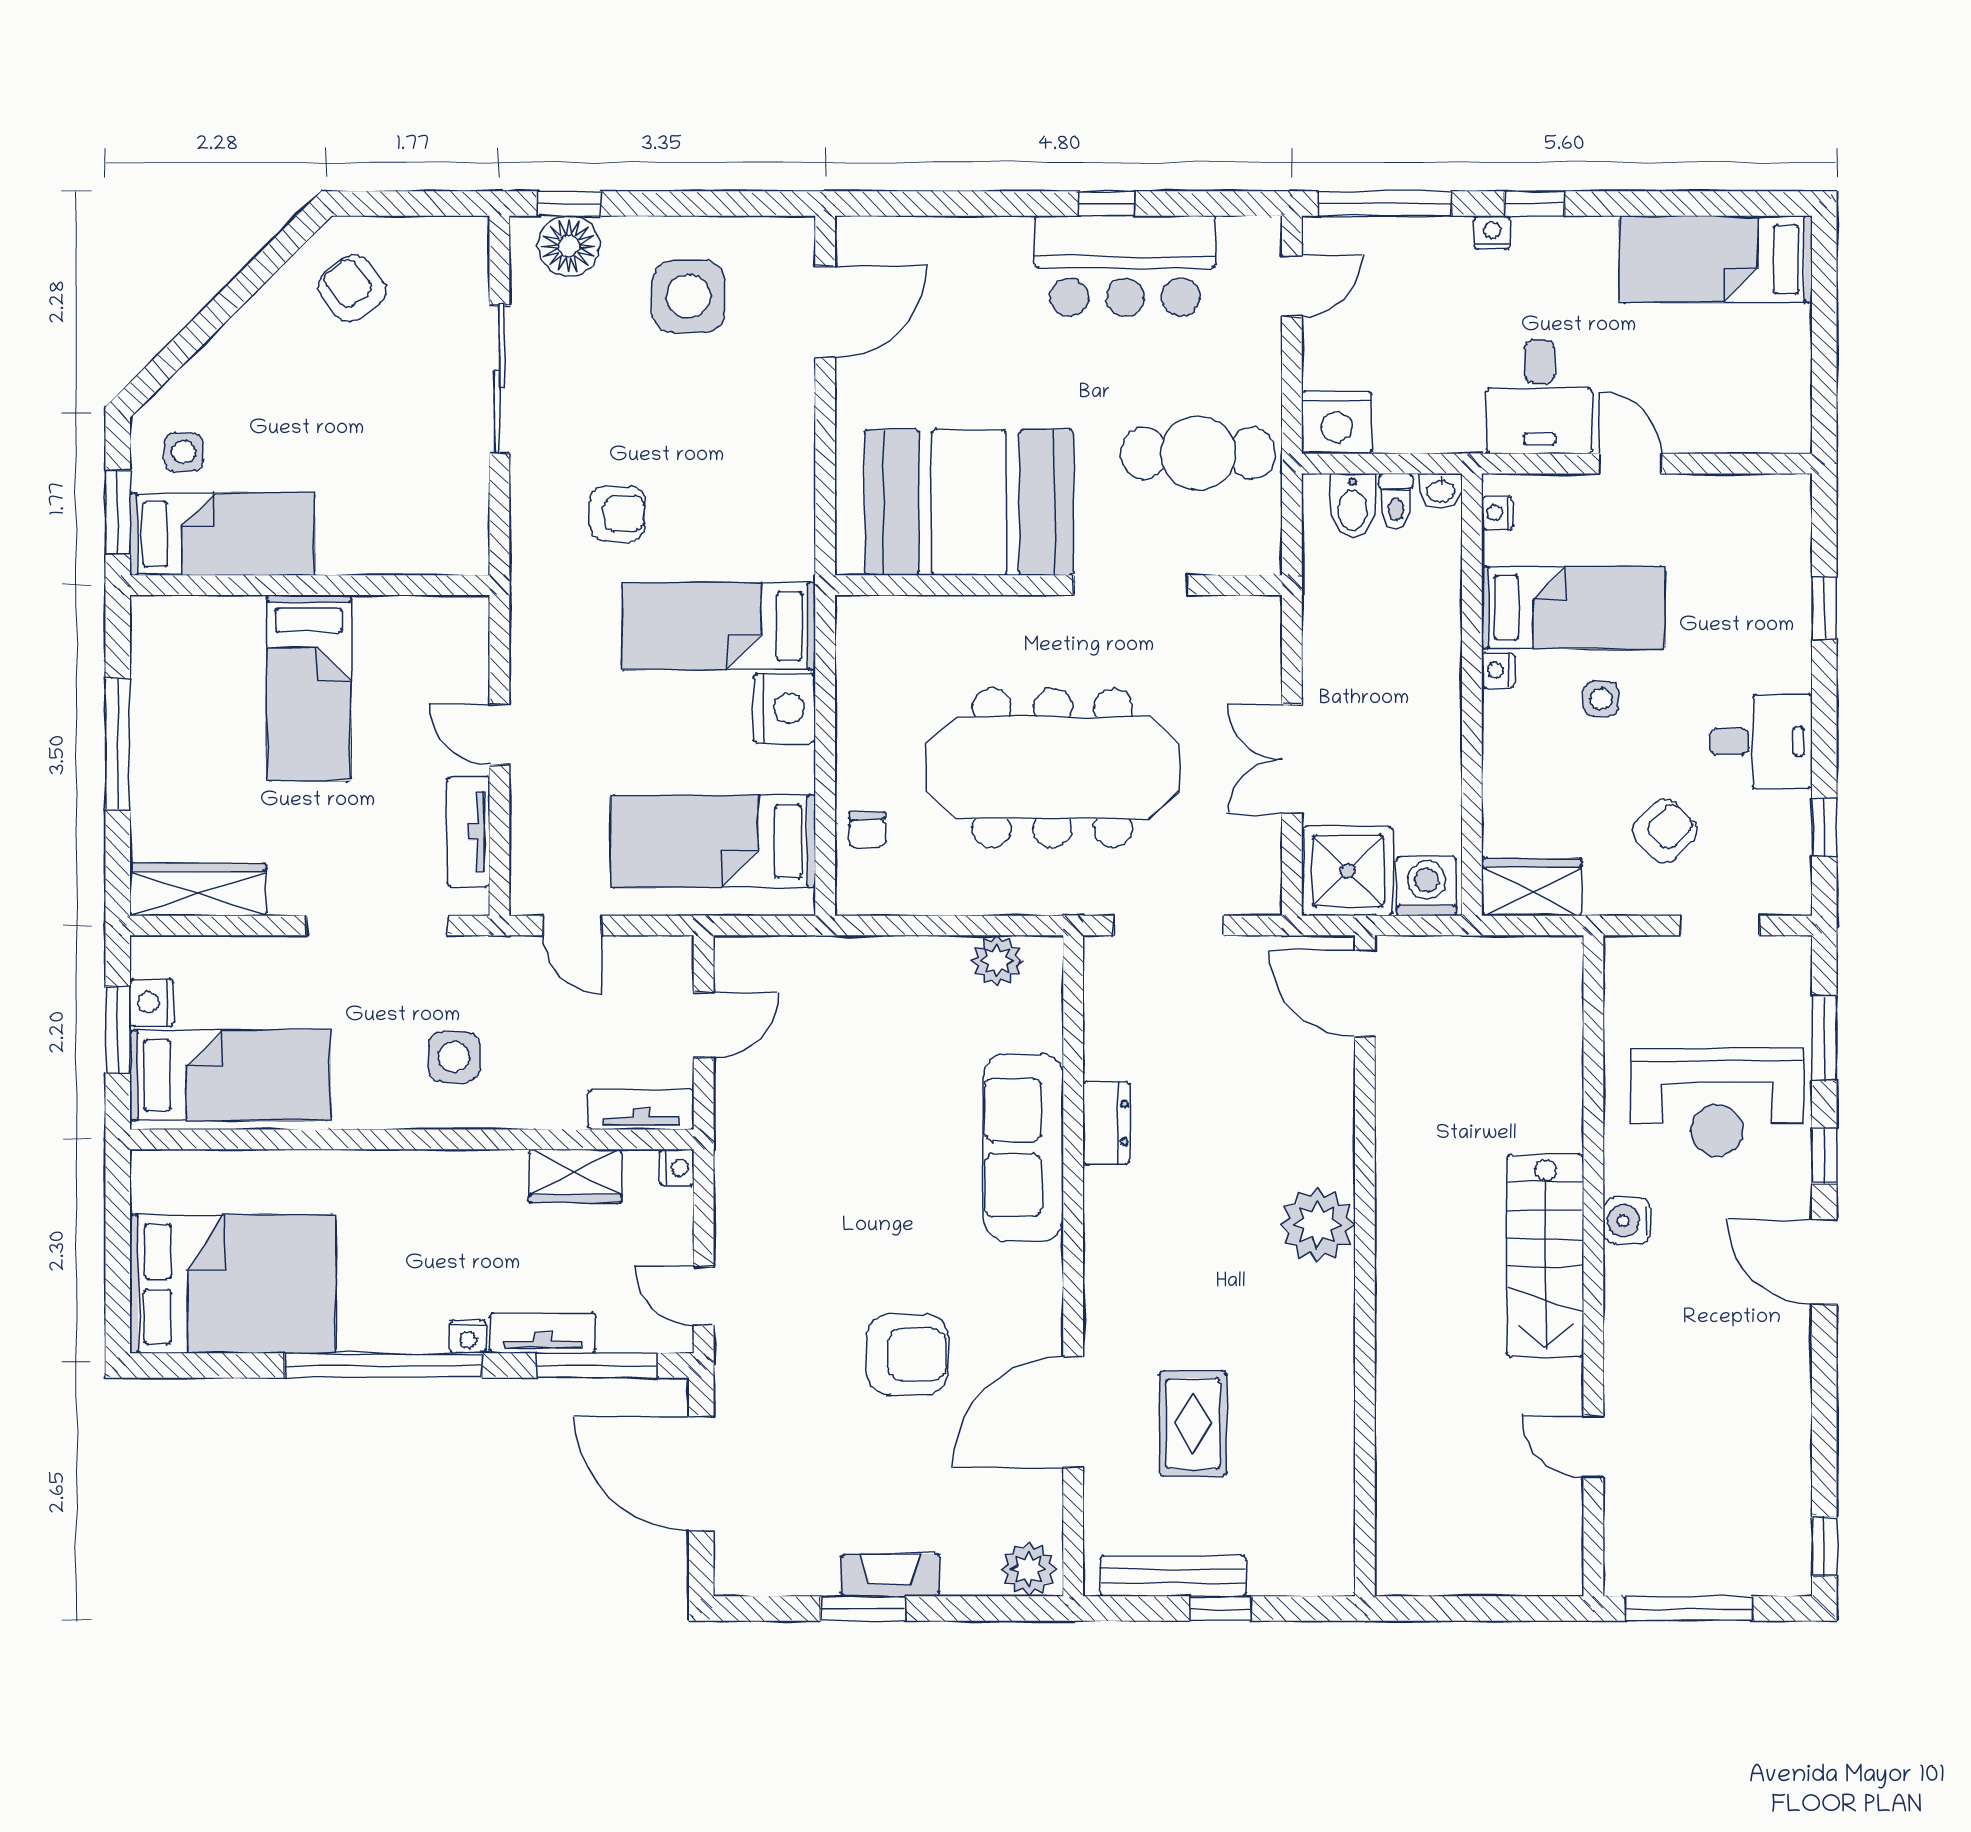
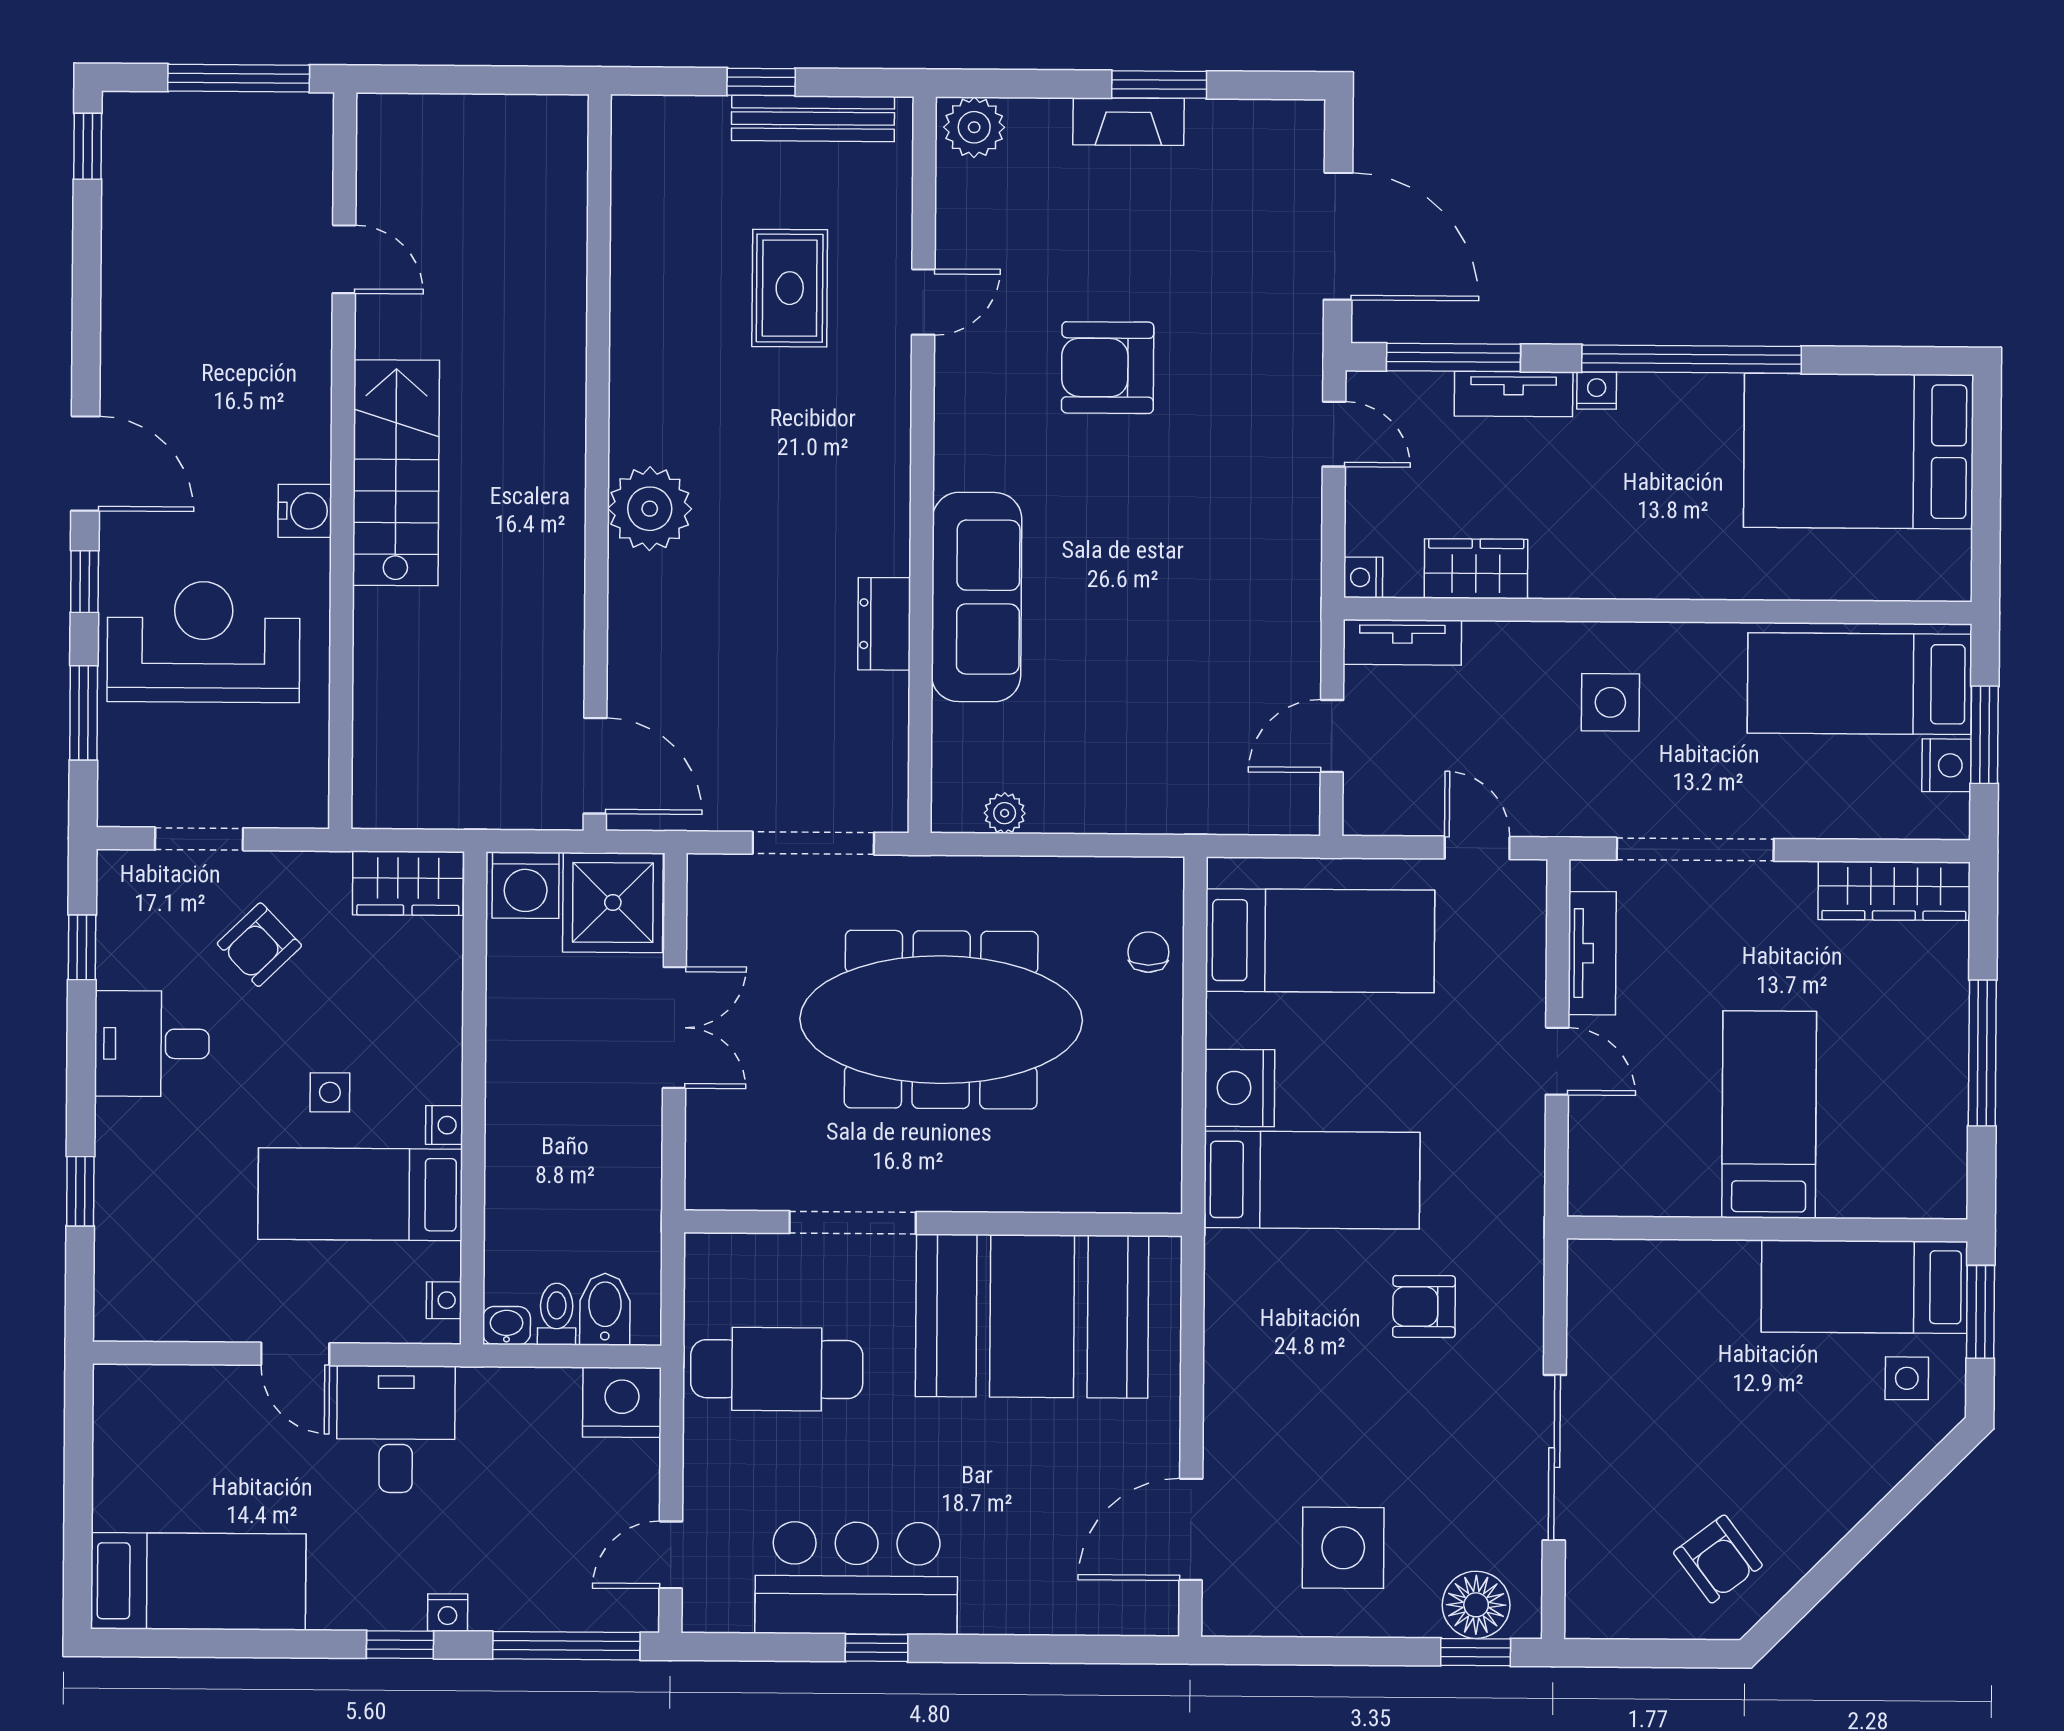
plant: (997, 961) -> (1005, 813), width x0.73, depth x0.73
door: (1073, 1412) -> (923, 302), width x0.53

